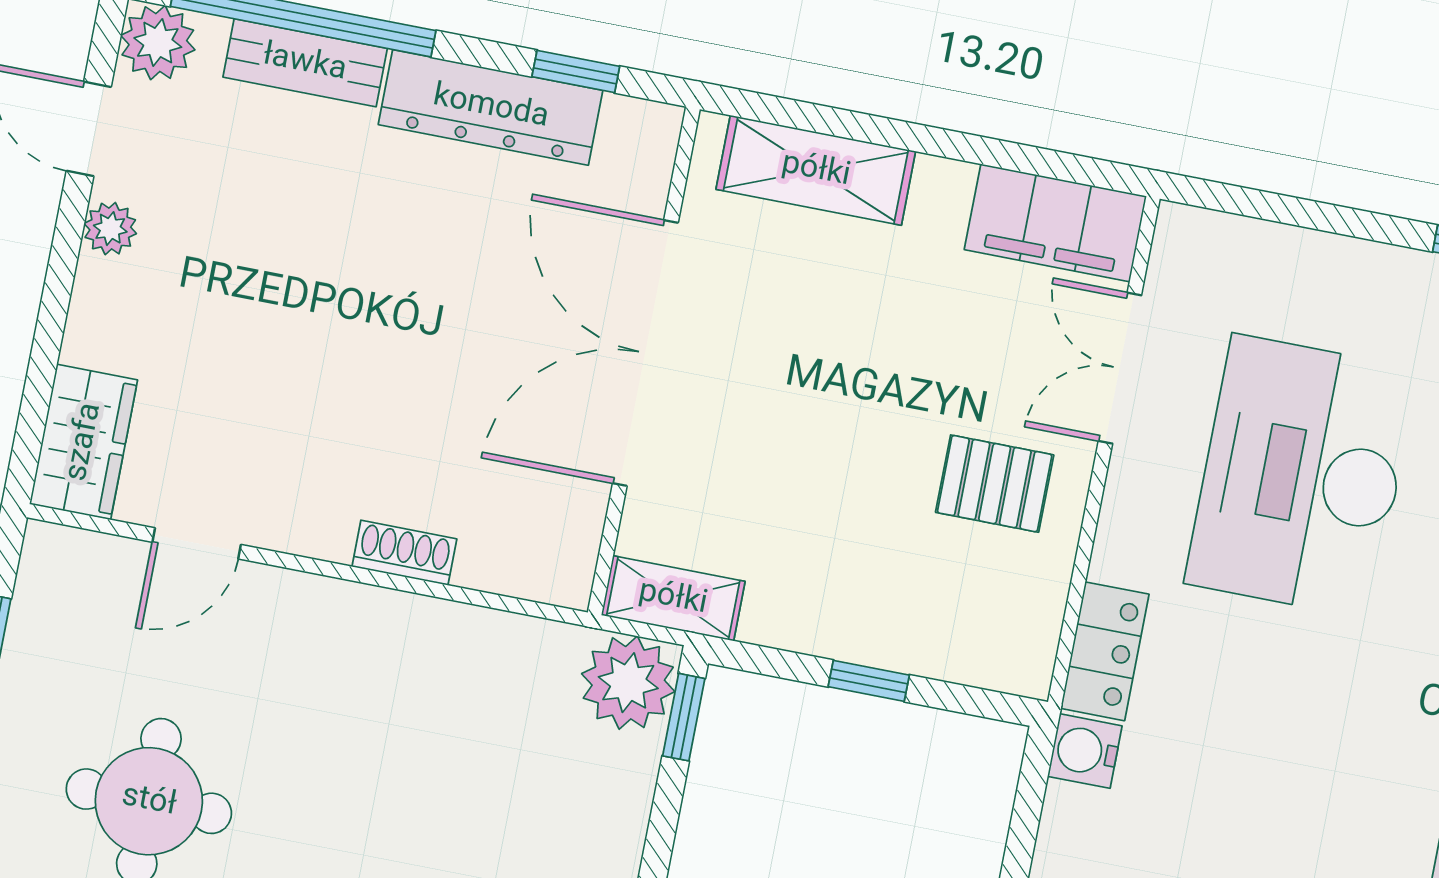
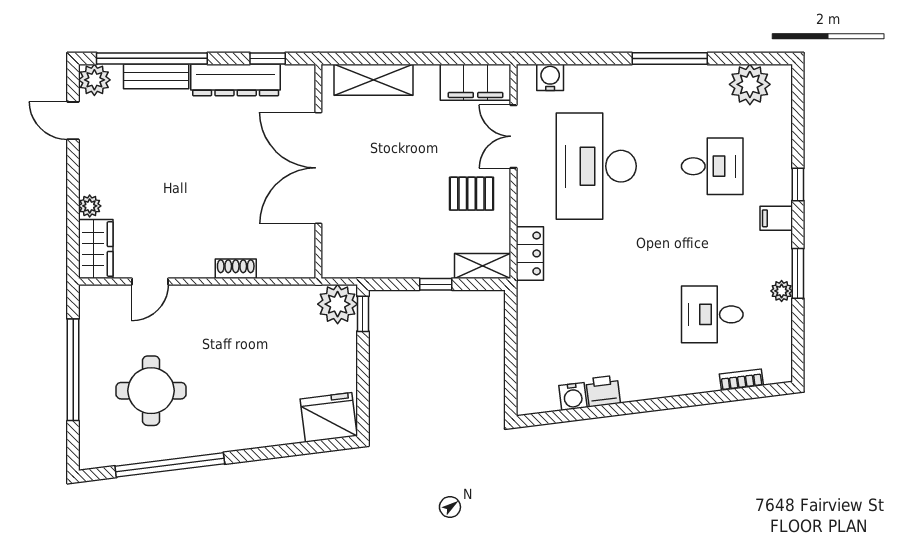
plant: (110, 229) -> (90, 206), moved
shelving: (673, 598) -> (483, 266), moved
water cooler: (1085, 751) -> (550, 77), moved, turned 90

